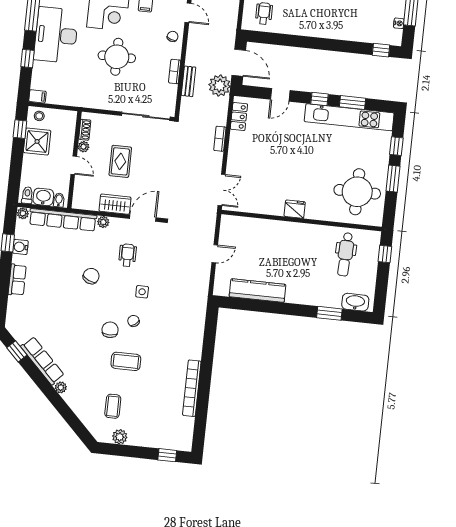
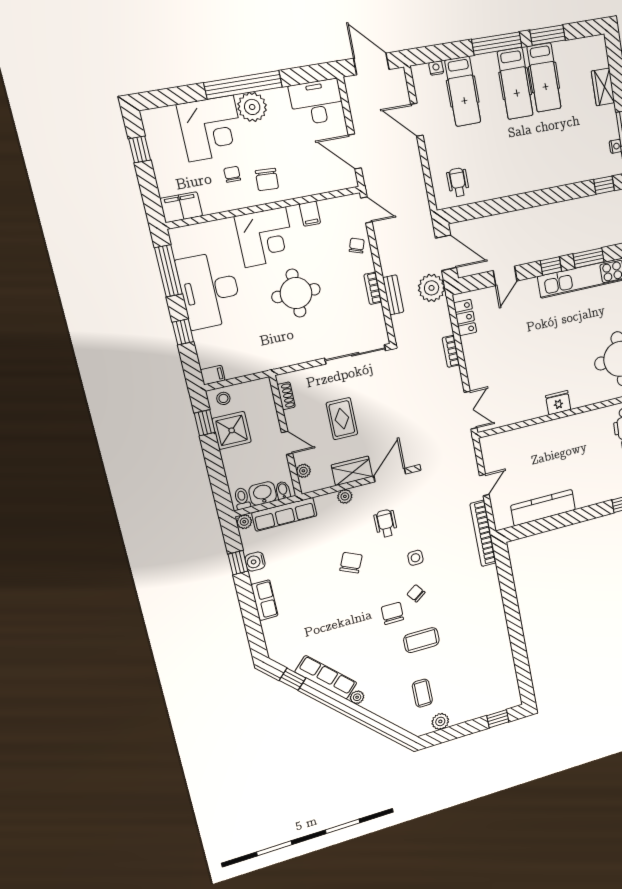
plant: (84, 147) -> (303, 471), moved
row of seats: (63, 220) -> (284, 514), width x0.73
bookcase: (192, 388) -> (483, 533), moved

